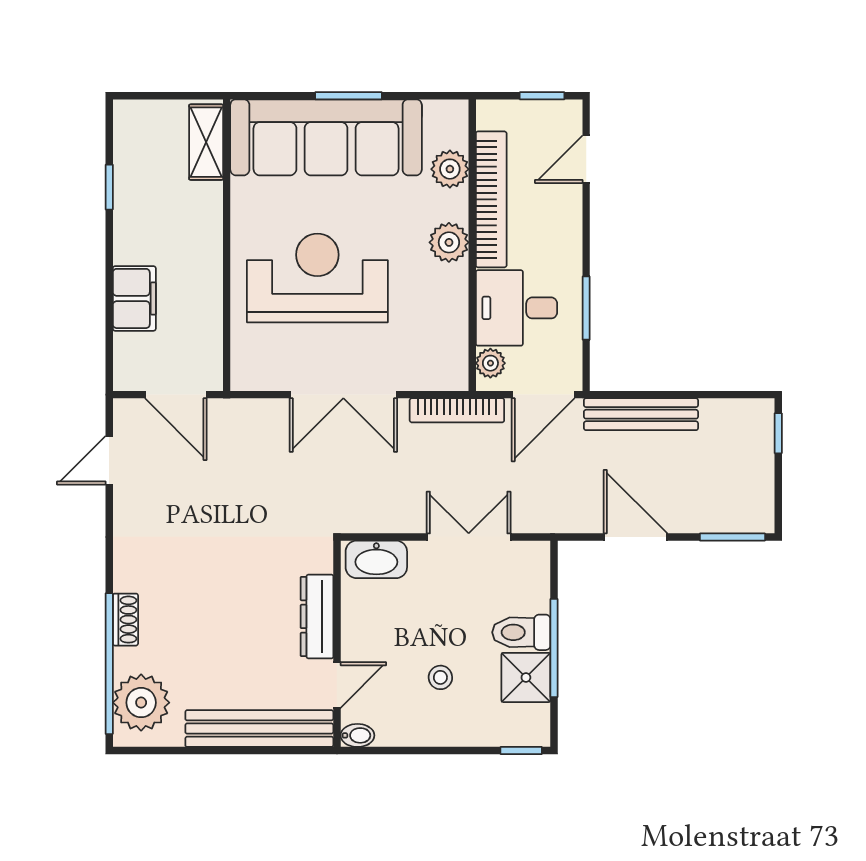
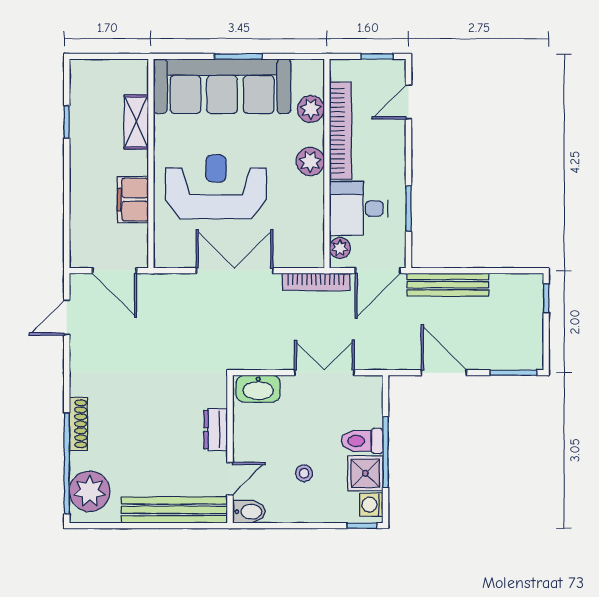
shelving: (206, 142) -> (136, 122), moved
filing cabinet: (134, 298) -> (133, 200), moved, turned 180
double door: (343, 395) -> (235, 271), swing flipped
dresser: (317, 616) -> (216, 430), width x0.70
shoe rack: (125, 620) -> (78, 424), width x1.43
washing machine: (534, 721) -> (371, 505), added
bidet: (357, 735) -> (249, 512), width x1.38, depth x1.36

